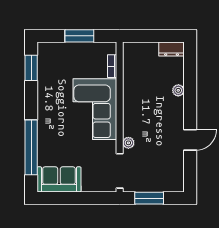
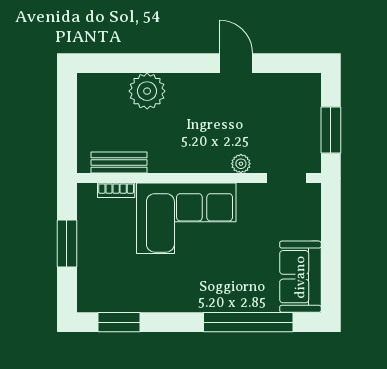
dresser: (172, 49) -> (88, 94), removed
bench: (129, 68) -> (119, 162), added
plant: (178, 90) -> (147, 91), width x1.88, depth x1.88
doorway: (120, 171) -> (286, 178), width x0.73

